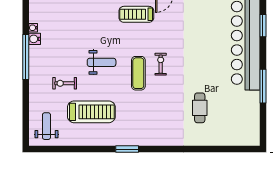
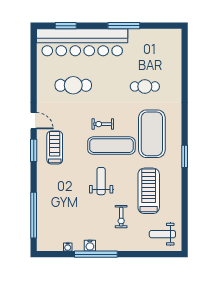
treadmill: (136, 14) -> (55, 147), turned 180
cafe table: (201, 34) -> (73, 85), added
water cooler: (35, 39) -> (90, 246), moved
exercise mat: (138, 73) -> (111, 146), width x1.36, depth x1.45
exercise mat: (151, 115) -> (152, 134), added

